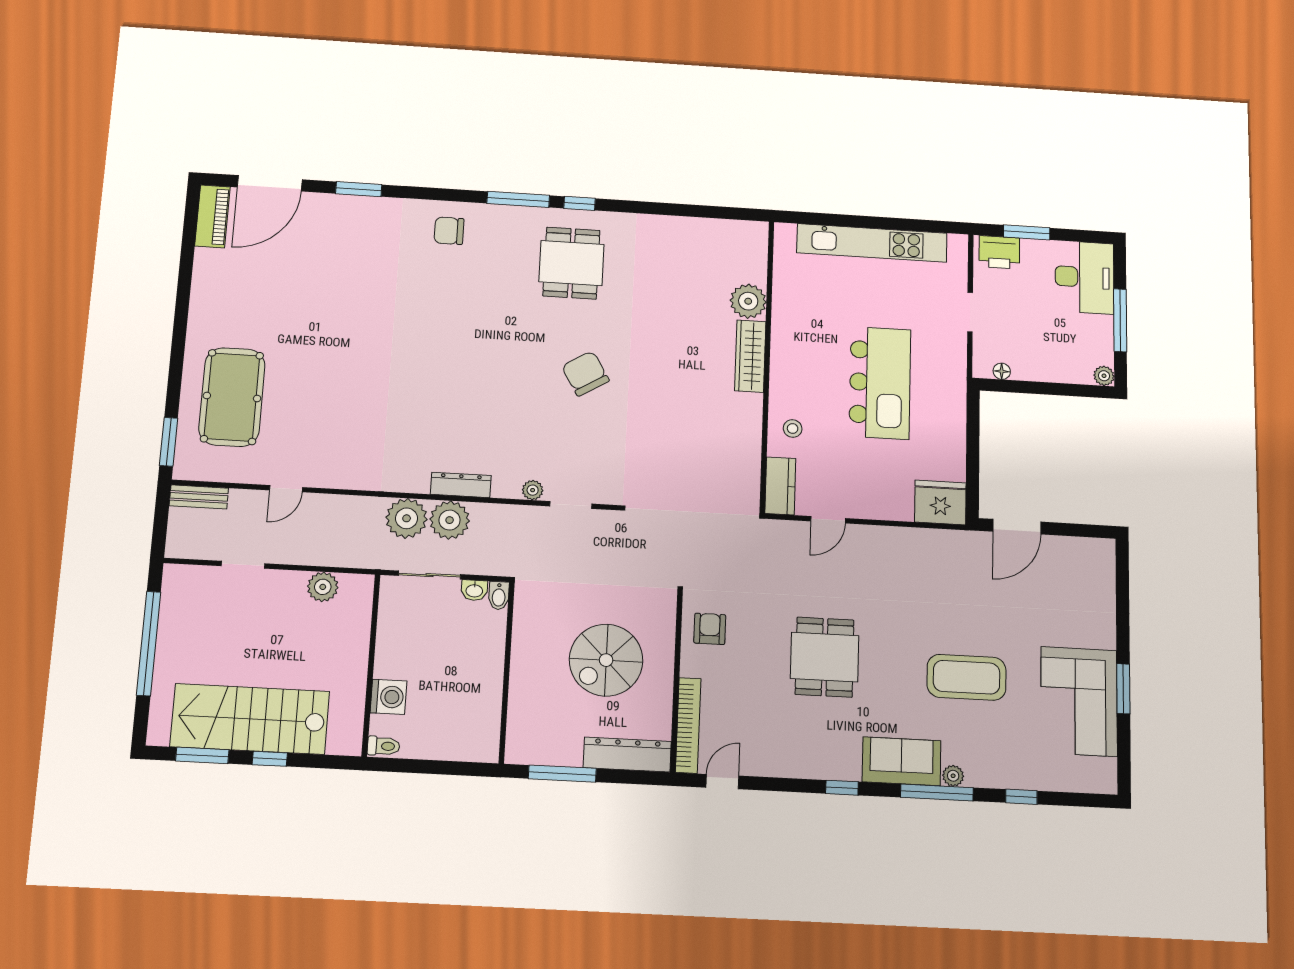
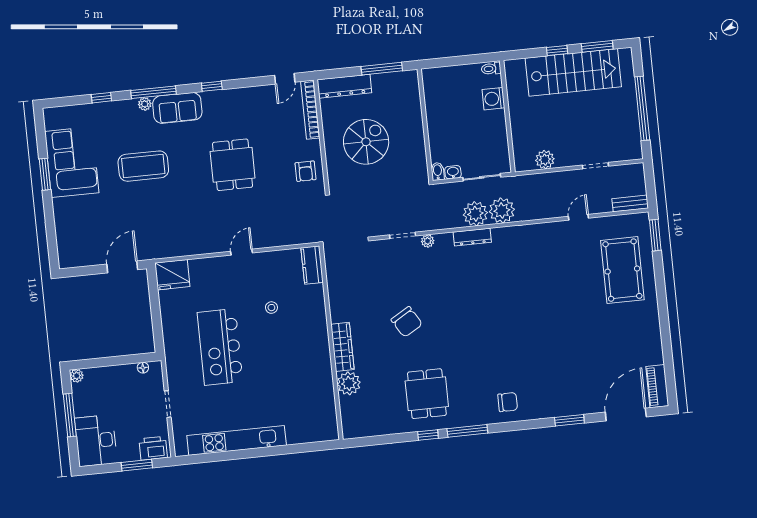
plant: (748, 301) -> (349, 383), moved
wardrobe: (750, 356) -> (342, 347), moved
wall: (767, 365) -> (331, 343), moved
kitchen counter: (780, 486) -> (312, 265), moved

